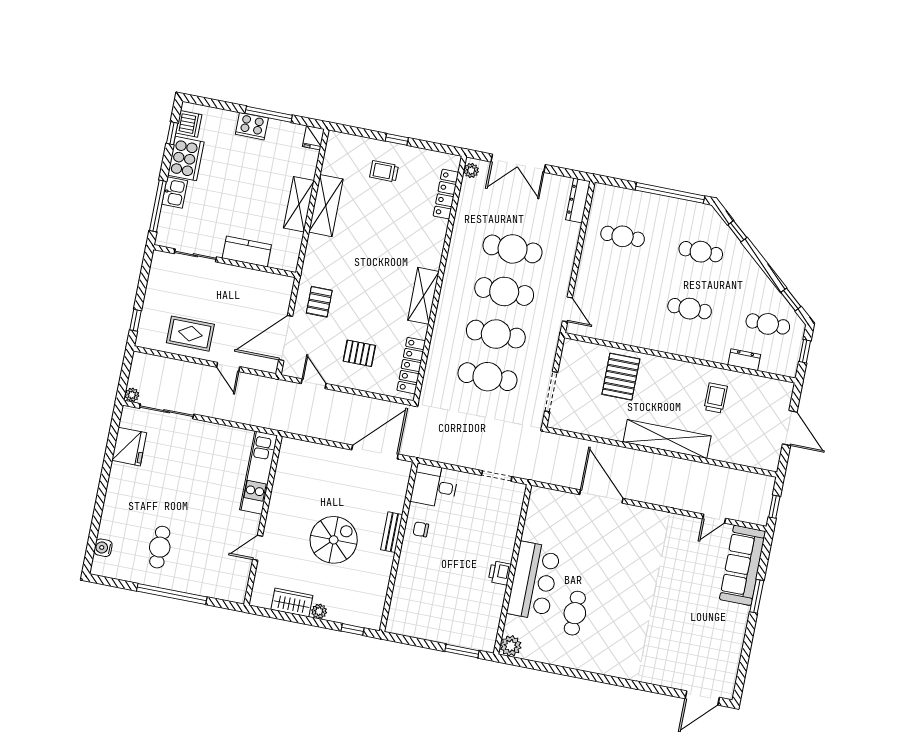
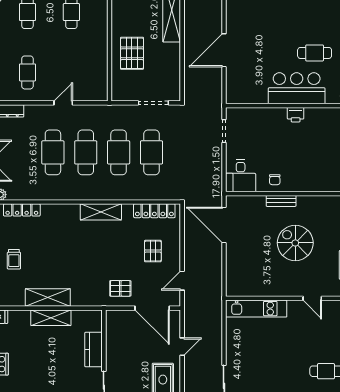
door: (567, 309) -> (63, 103), moved
pallet: (621, 377) -> (132, 53), turned 90

